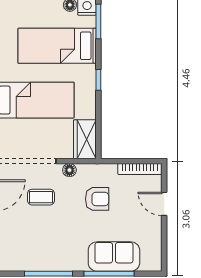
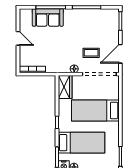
armchair: (97, 199) -> (58, 52), removed
door: (164, 204) -> (18, 38), moved

